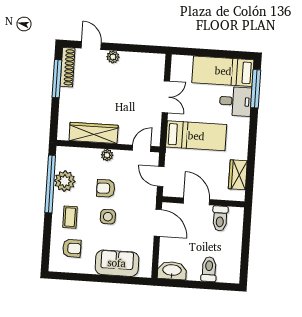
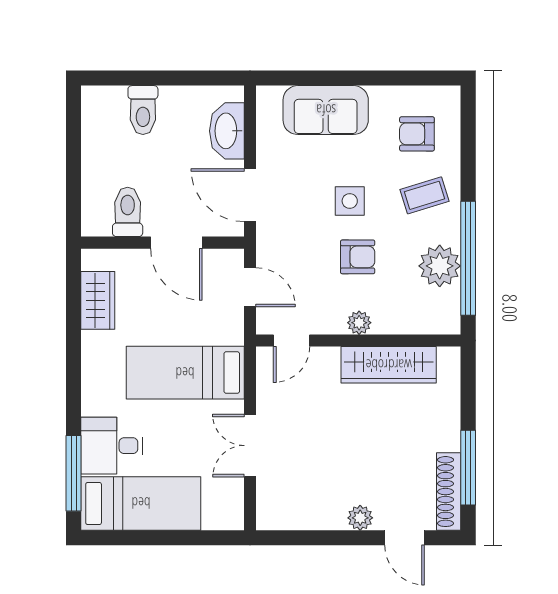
coffee table: (70, 217) -> (424, 195), turned 73
washbasin: (172, 271) -> (227, 131), moved, turned 90

